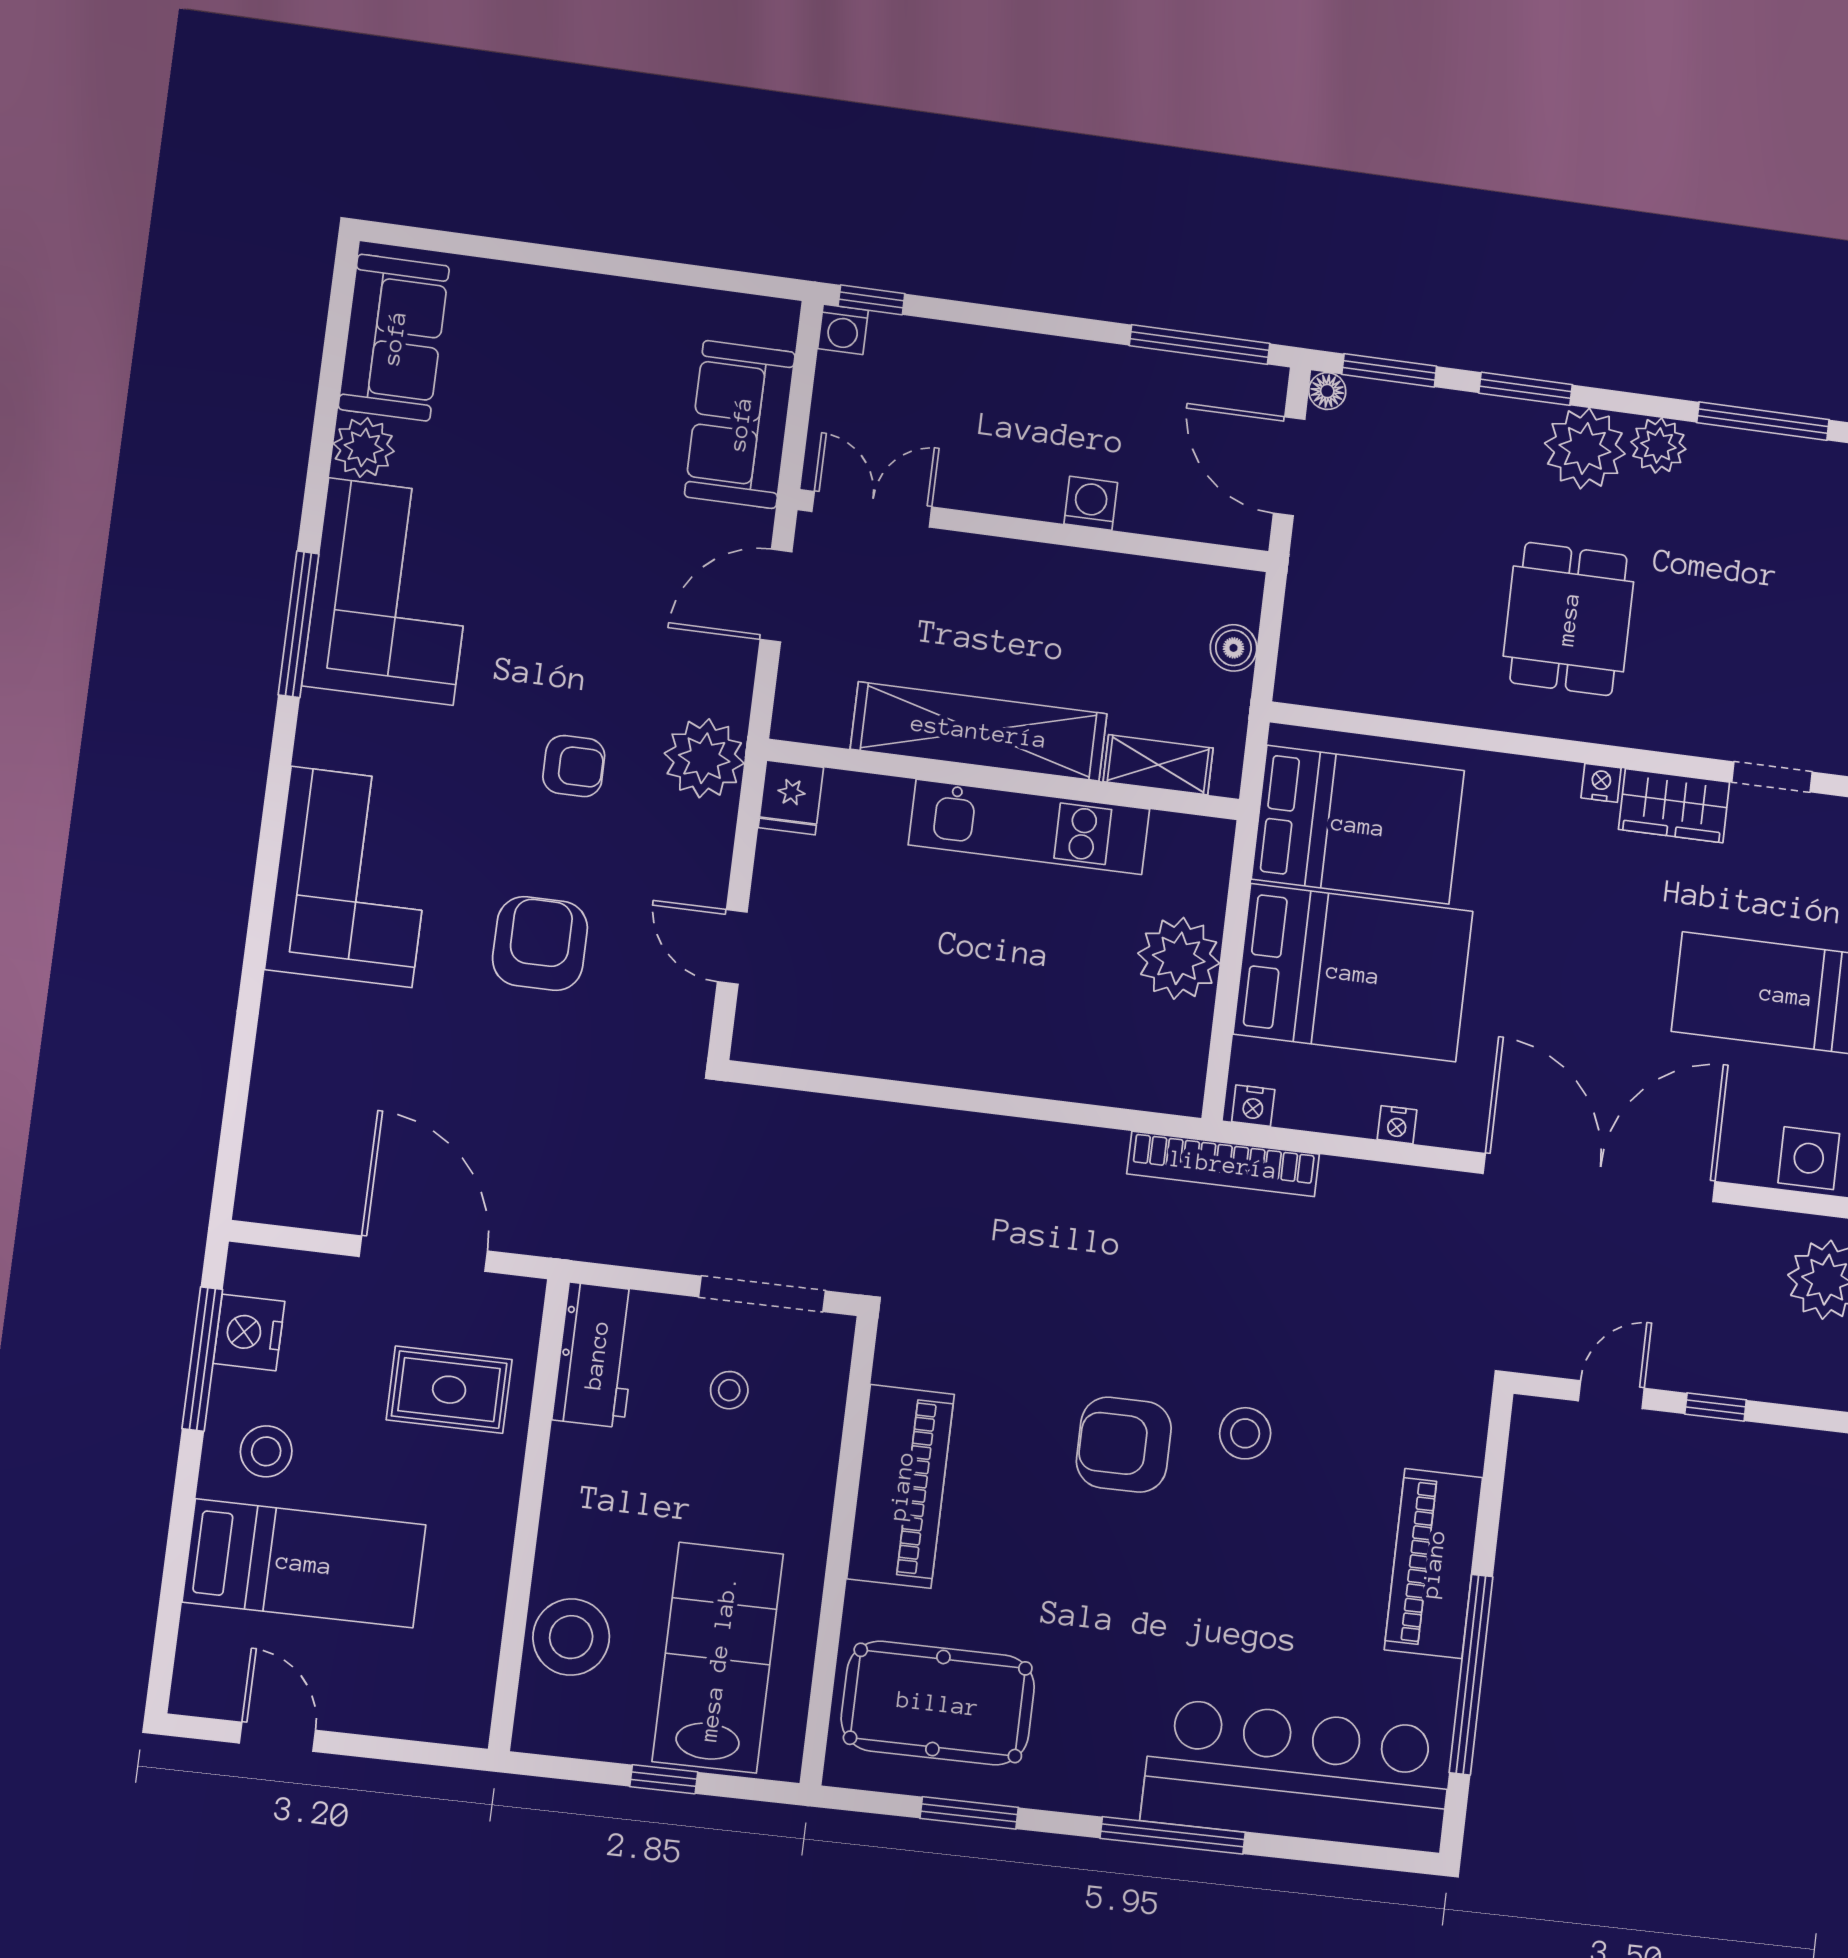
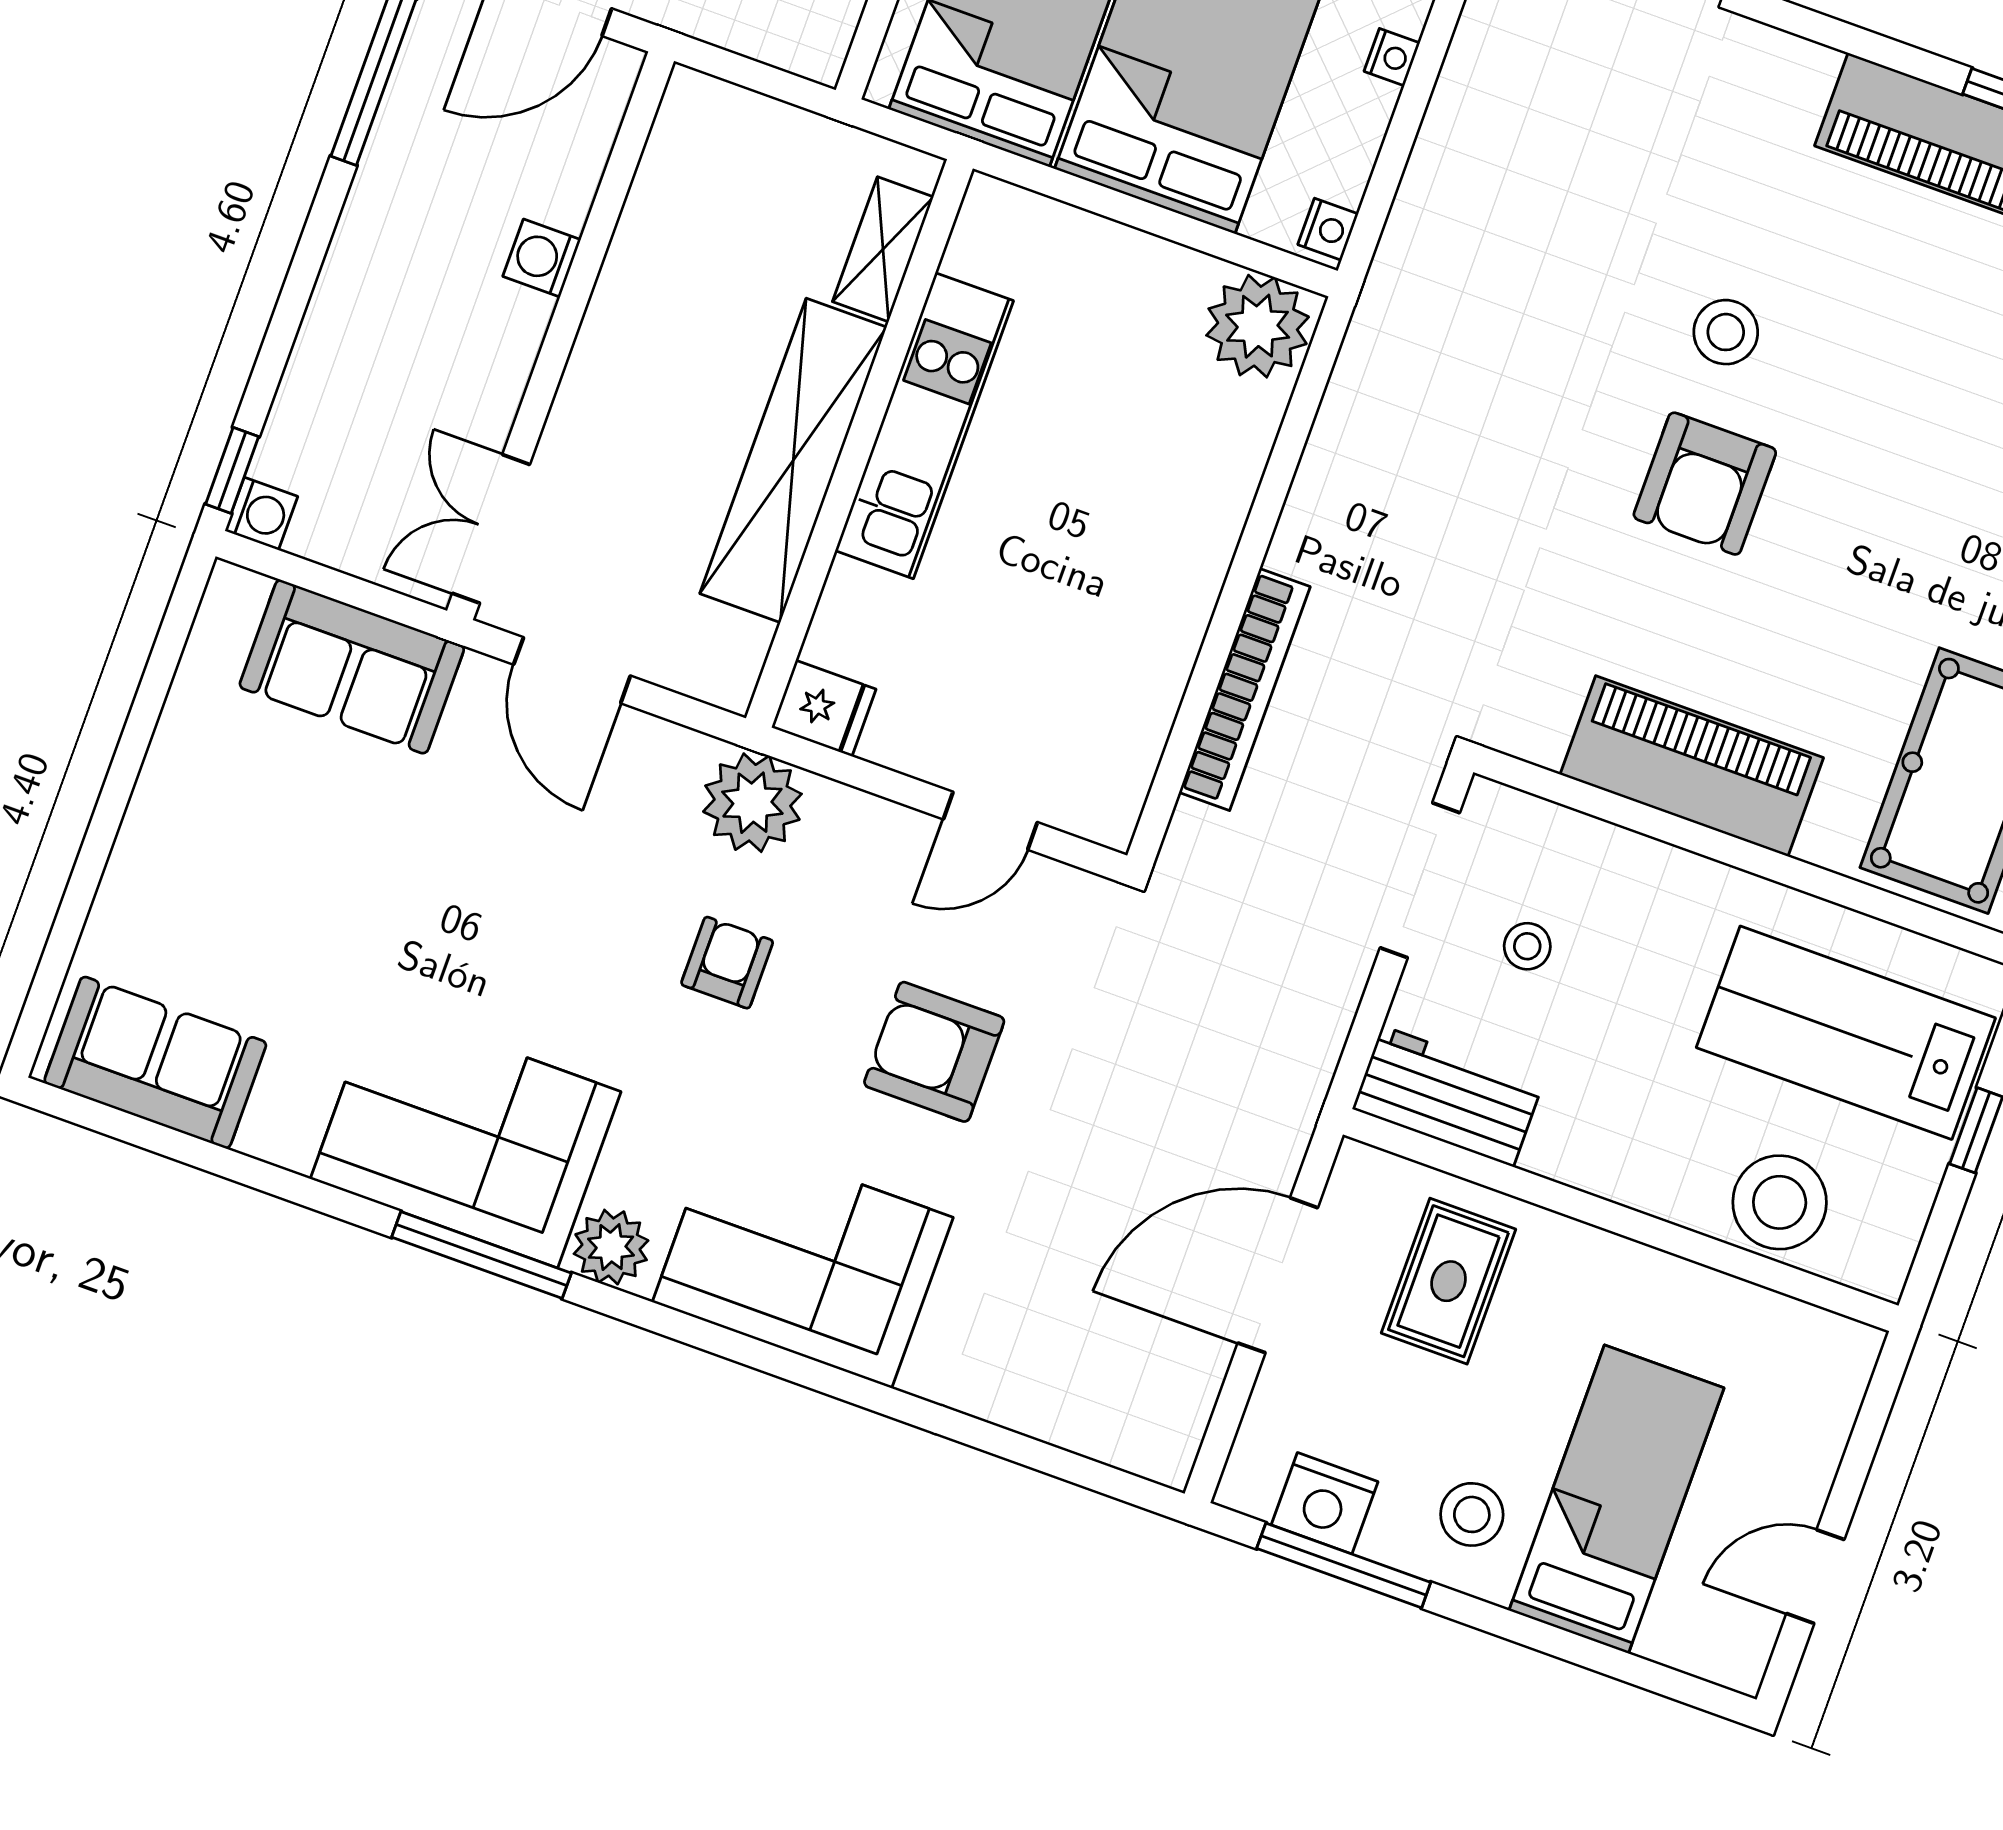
plant: (364, 447) -> (611, 1247), moved
boiler: (1233, 648) -> (759, 123), removed
plant: (1179, 958) -> (1258, 326), moved
bookcase: (1223, 1164) -> (1245, 689), moved

